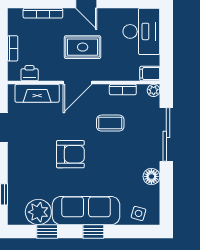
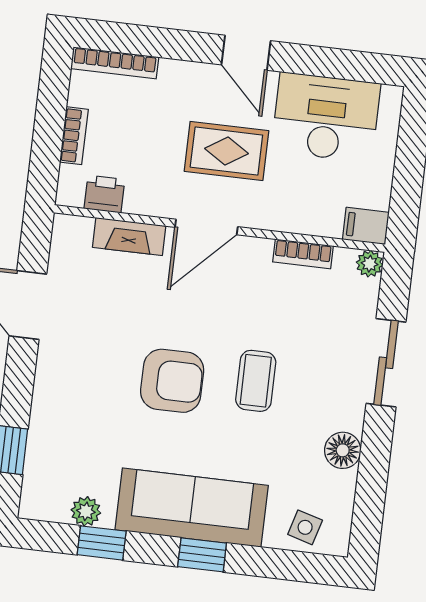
bookcase: (43, 13) -> (115, 63), moved
desk: (141, 31) -> (326, 117), moved, turned -90
fireplace: (37, 93) -> (129, 237), width x0.73, depth x0.76
coffee table: (110, 123) -> (256, 381), moved, turned 90
sliding door: (166, 134) -> (386, 363), width x0.73
plant: (38, 212) -> (86, 511), width x0.53, depth x0.53

